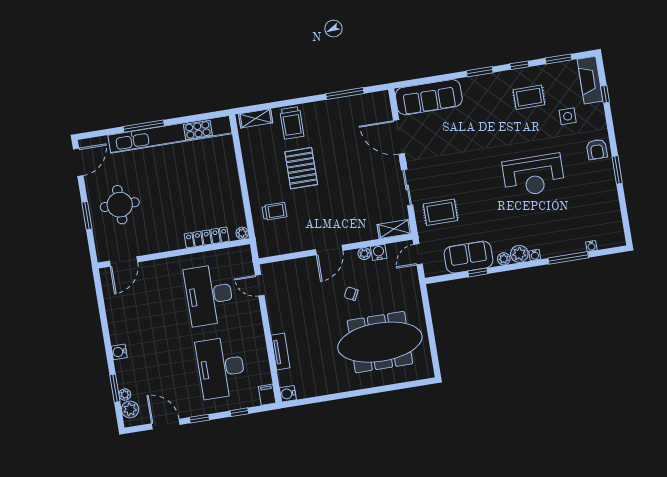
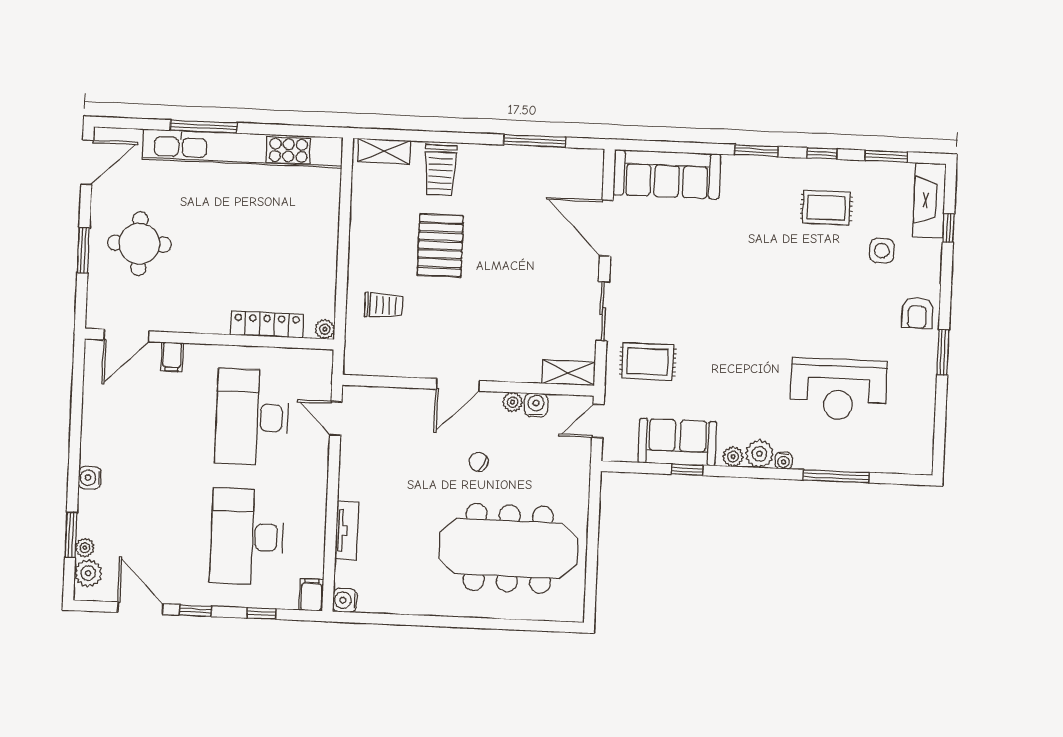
reception desk: (534, 175) -> (838, 389), moved
water cooler: (591, 246) -> (877, 465), removed
filing cabinet: (154, 269) -> (172, 357), added

